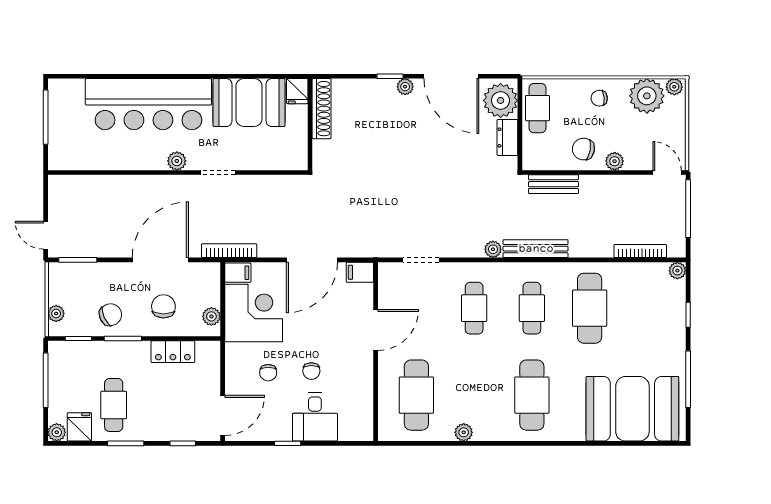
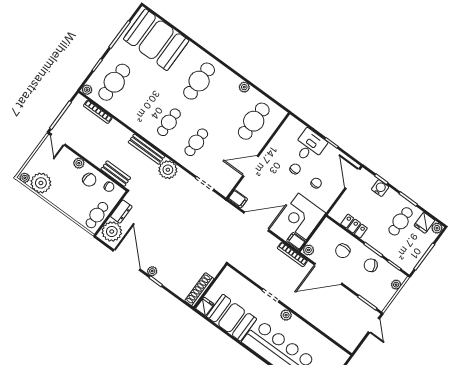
chair: (599, 98) -> (109, 187), moved
plant: (493, 249) -> (168, 170), width x1.88, depth x1.88
cafe table: (590, 308) -> (114, 82), moved
plant: (211, 316) -> (308, 250), moved
door: (223, 415) -> (353, 179), hinge flipped
water cooler: (175, 430) -> (380, 188), added

